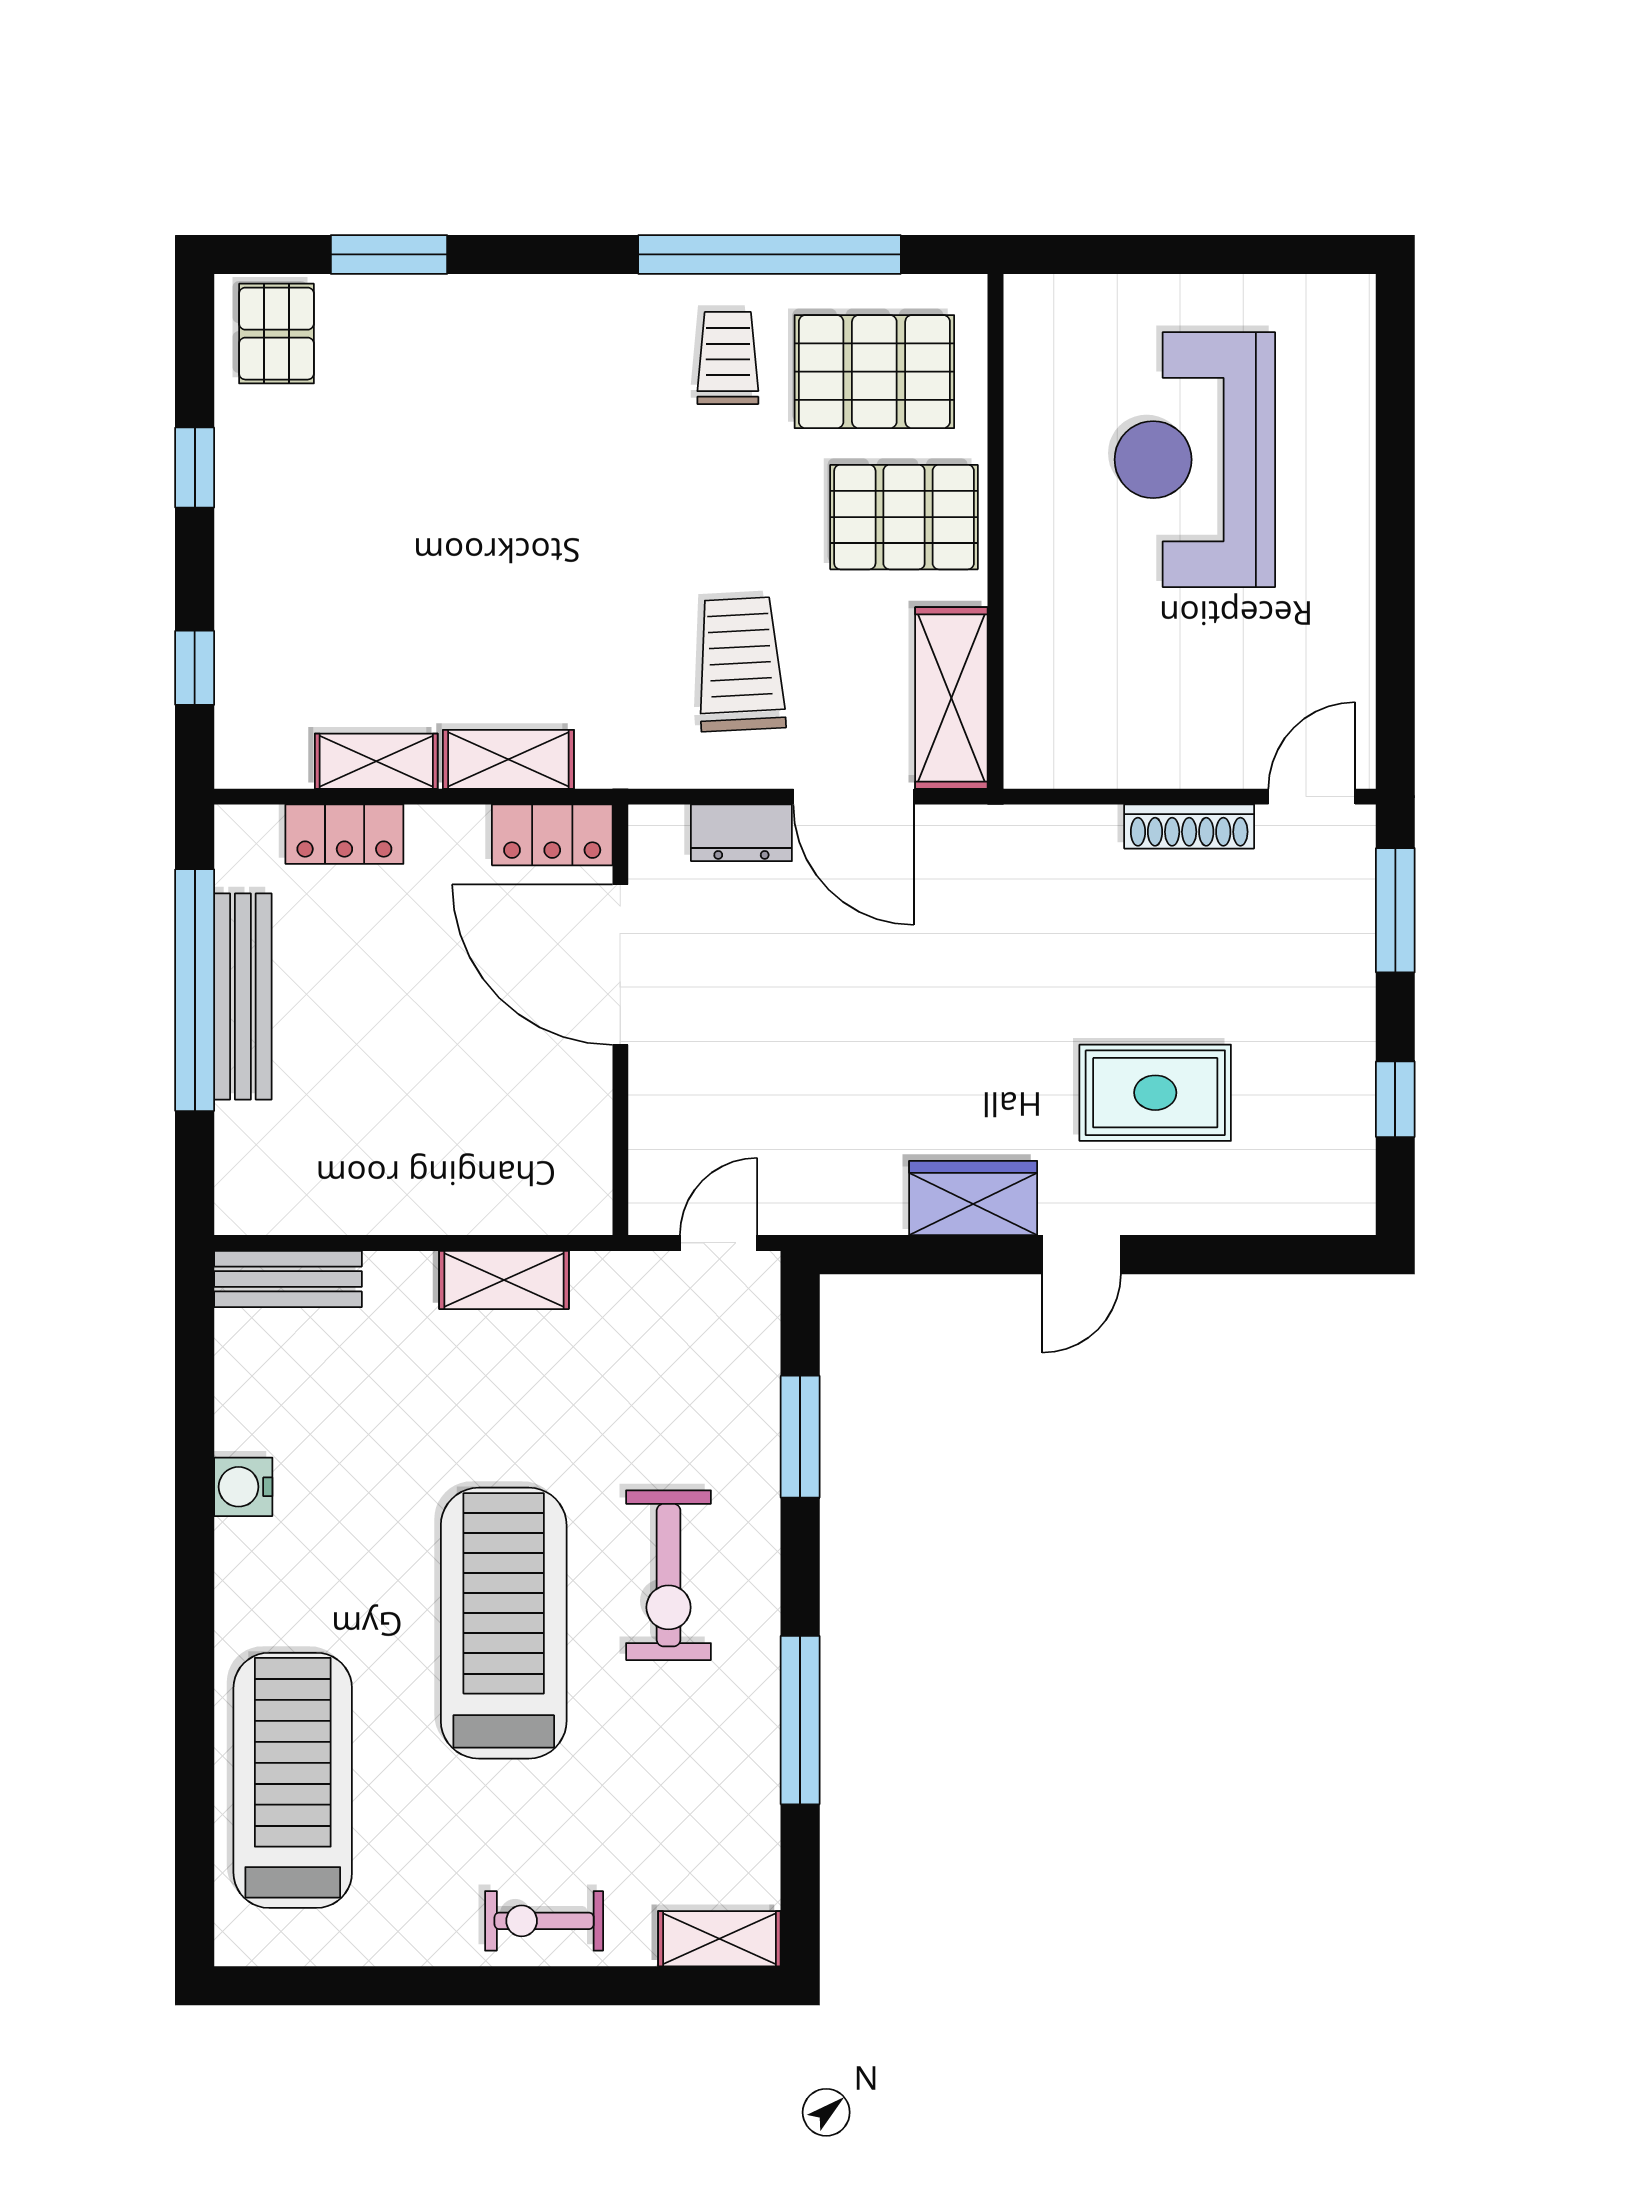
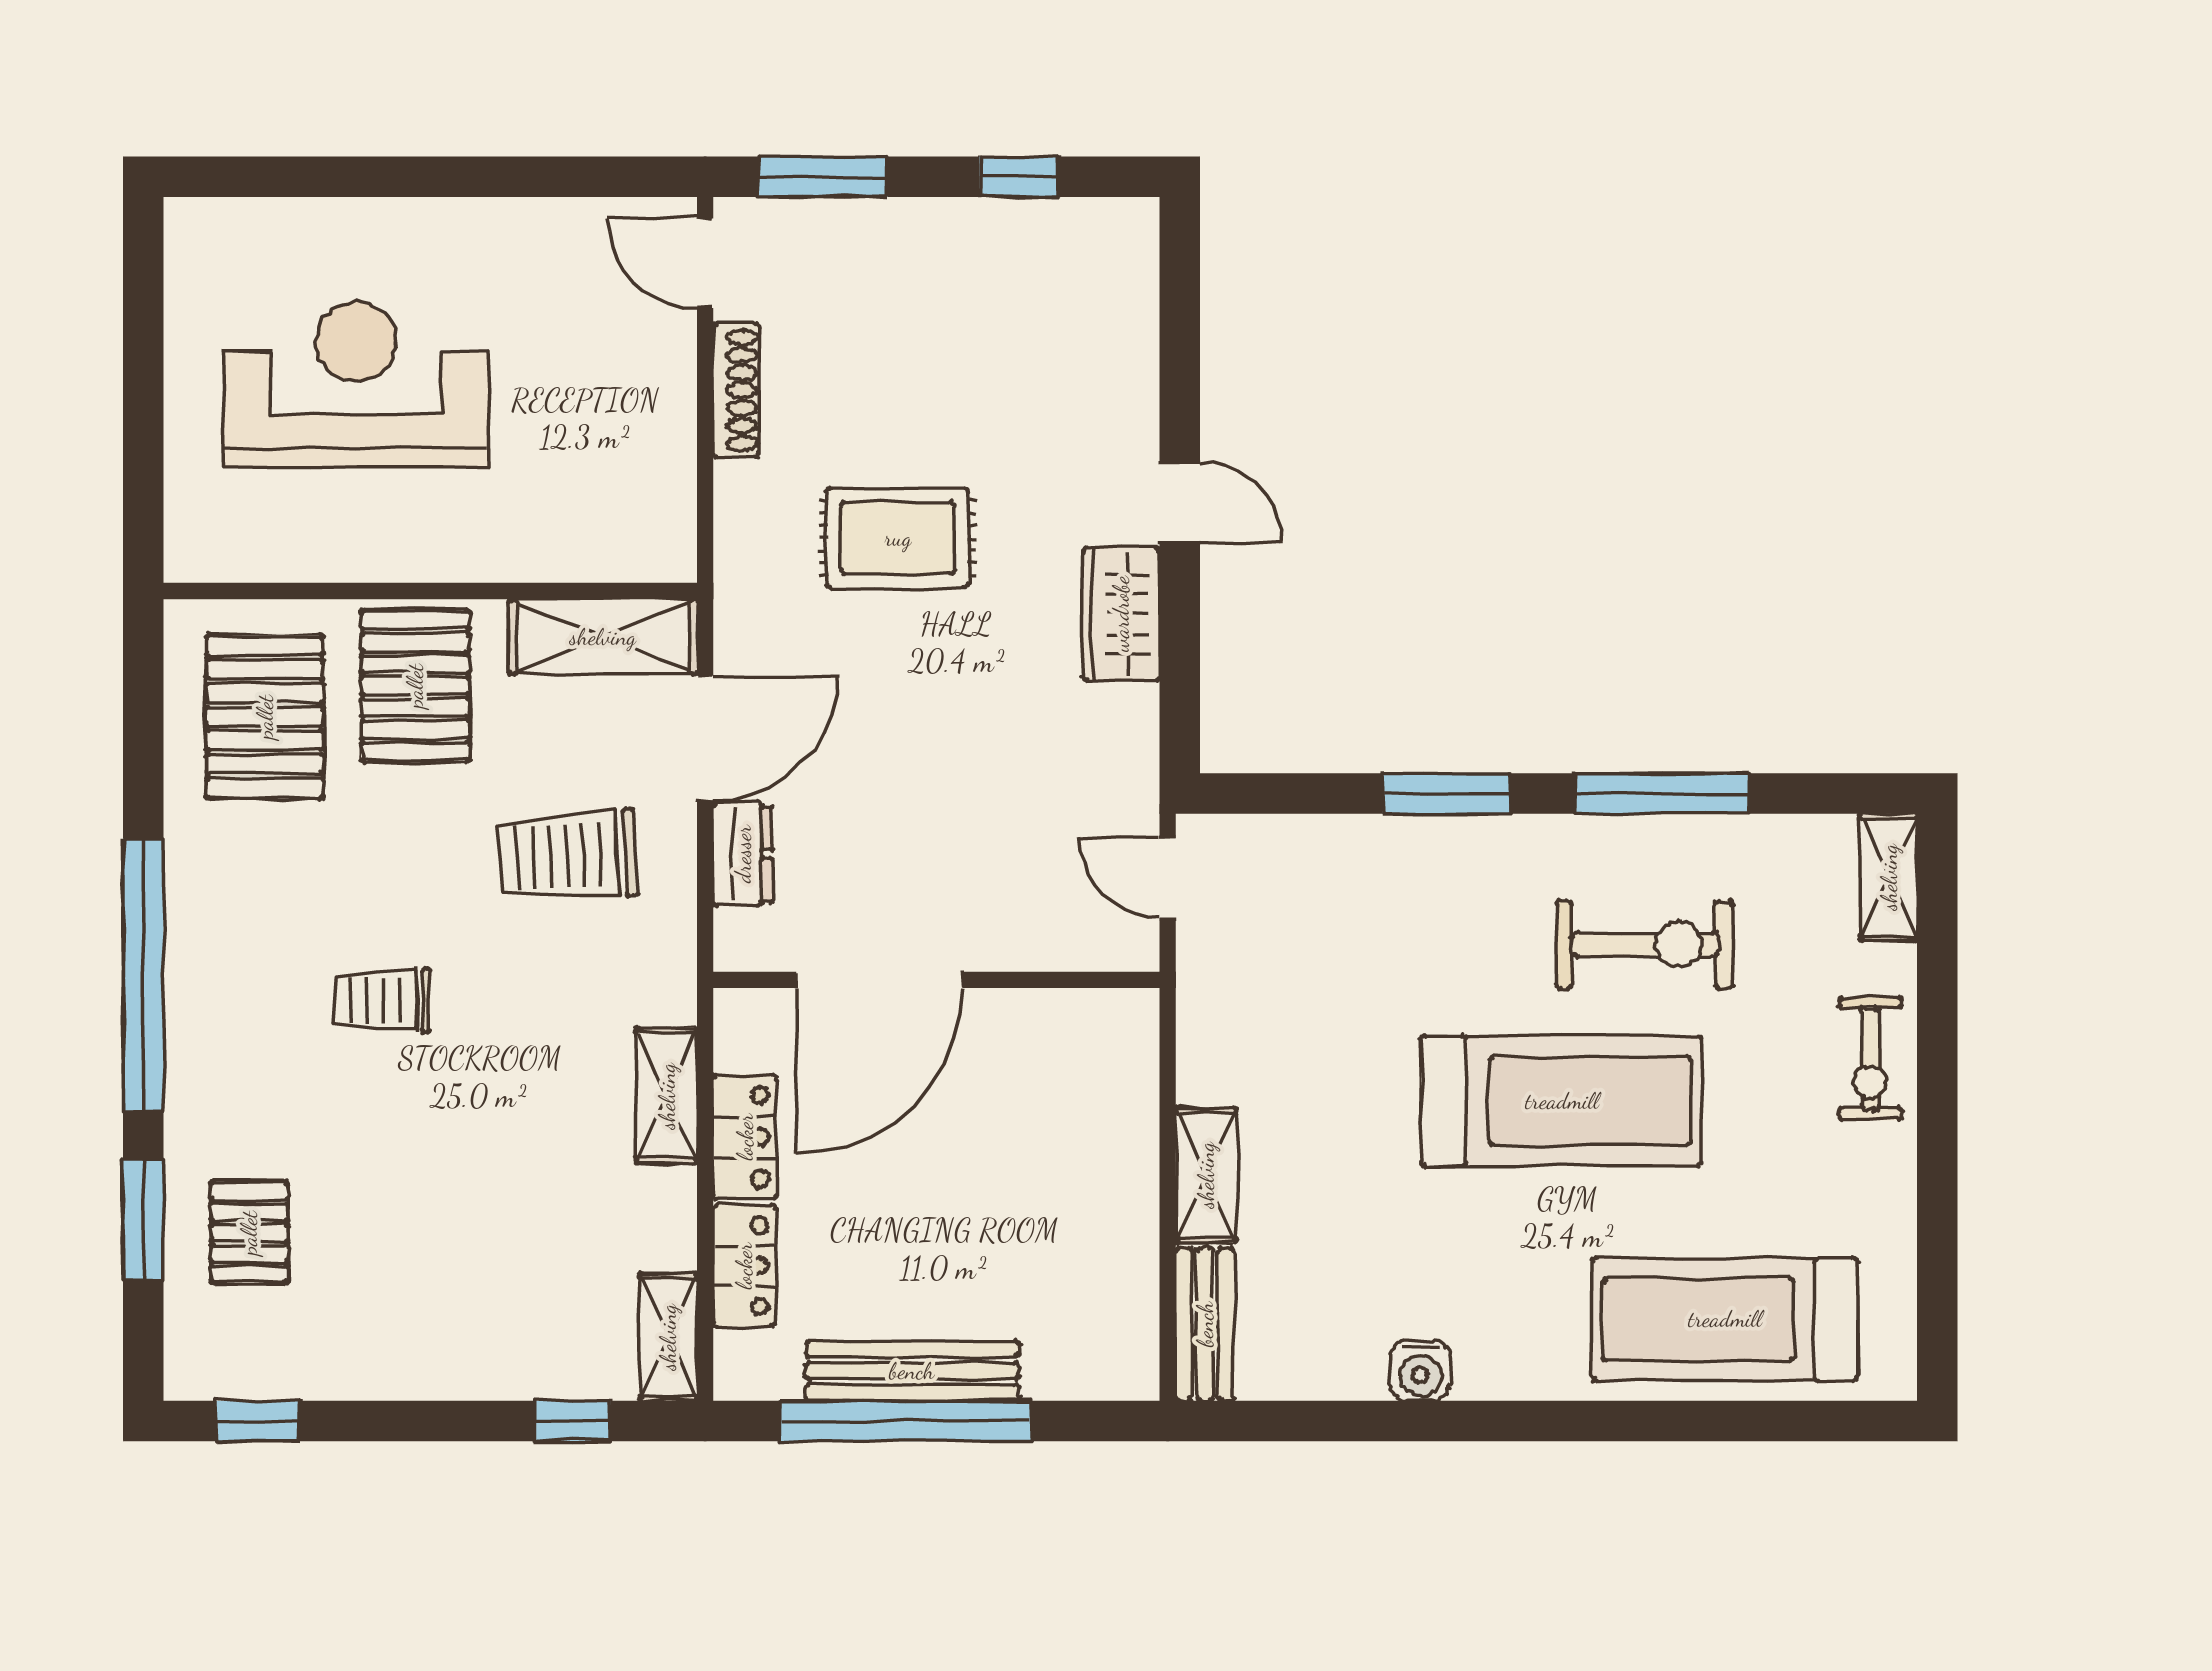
window: (770, 254) -> (143, 975), moved
pallet: (276, 334) -> (249, 1233), moved, turned 90
trolley: (728, 358) -> (382, 1000), moved
reception desk: (1195, 460) -> (356, 384), turned 180
window: (195, 468) -> (257, 1421), moved
shelving: (376, 761) -> (668, 1337), moved
locker: (552, 835) -> (745, 1137), moved
rug: (1155, 1093) -> (898, 538), moved, turned 90
shelving: (504, 1280) -> (1206, 1175), moved
window: (800, 1437) -> (1446, 793), moved
exercise bike: (669, 1575) -> (1645, 945), moved
treadmill: (504, 1623) -> (1562, 1101), turned 180

